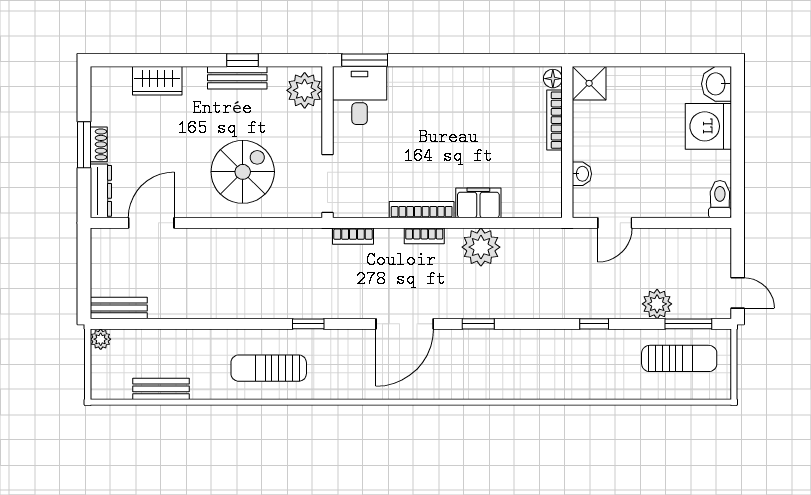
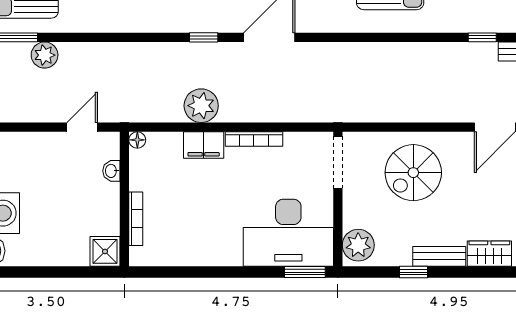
bench: (237, 78) -> (439, 256), moved
floor lamp: (553, 79) -> (137, 140), moved
desk: (360, 96) -> (288, 233), width x1.87, depth x1.30
bookcase: (353, 236) -> (315, 115), removed
bookcase: (424, 236) -> (252, 116), removed
window: (308, 324) -> (482, 37), moved
window: (594, 324) -> (101, 37), removed

